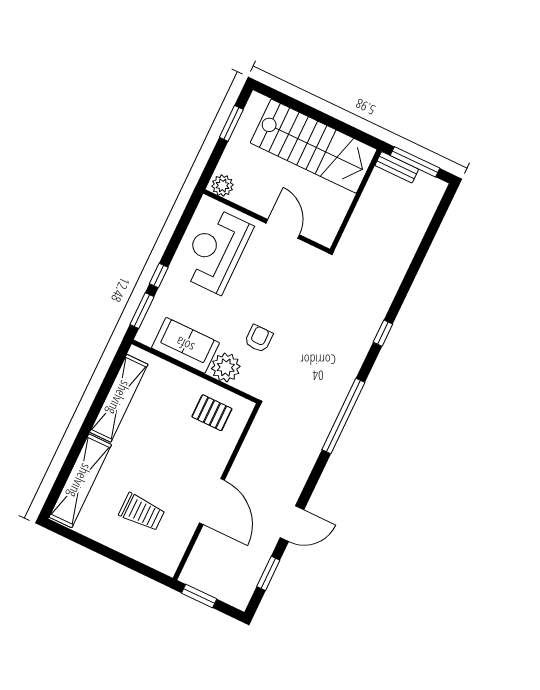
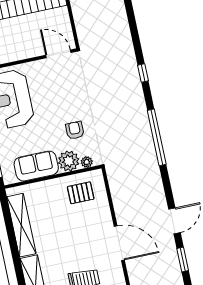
door: (283, 229) -> (58, 54), moved
plant: (245, 384) -> (87, 162), added

